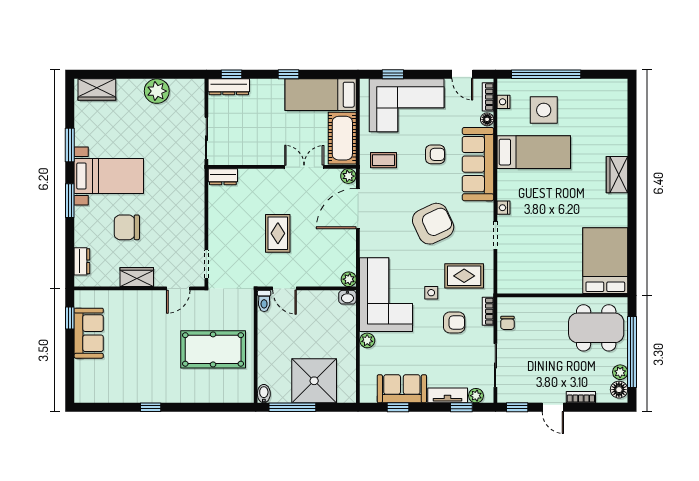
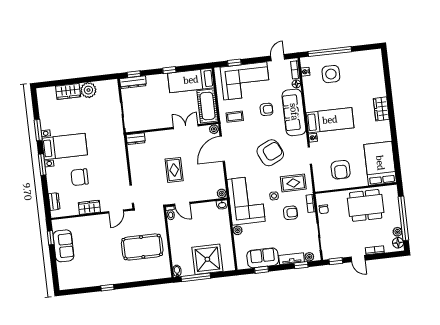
door: (462, 74) -> (278, 58), swing flipped
wardrobe: (97, 90) -> (68, 91), moved
bed: (534, 152) -> (330, 120), moved
armchair: (541, 263) -> (341, 170), added
dining table: (596, 328) -> (366, 205), moved

